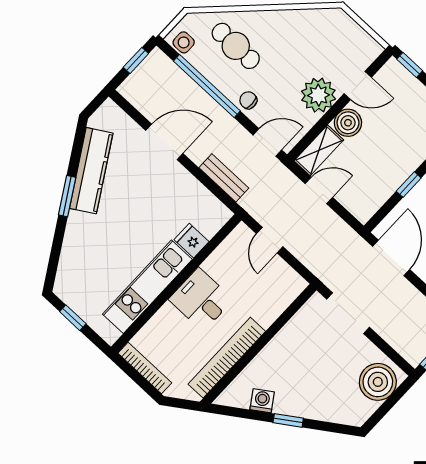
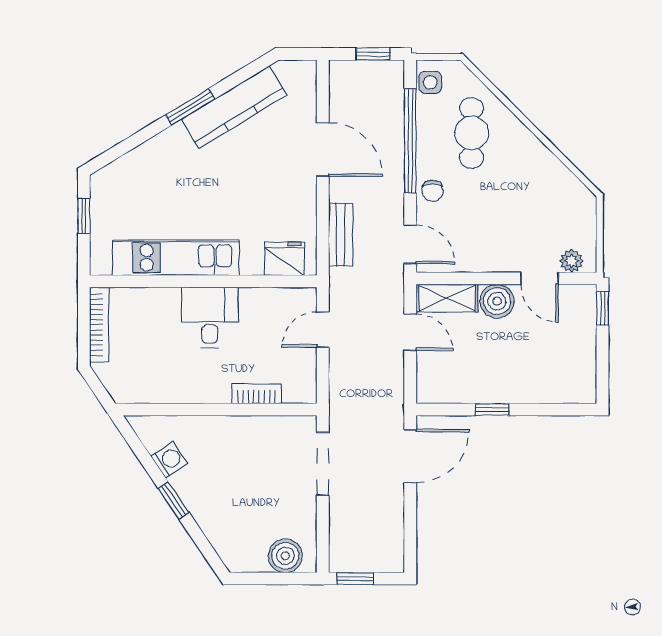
plant: (318, 95) -> (571, 261), moved, width x0.53, depth x0.53
chair: (248, 100) -> (433, 191), turned 180
fridge: (191, 241) -> (284, 259), moved, width x1.38
bookcase: (227, 358) -> (256, 394), moved, width x0.43, depth x0.76
boiler: (378, 382) -> (285, 556), width x0.73, depth x0.73

